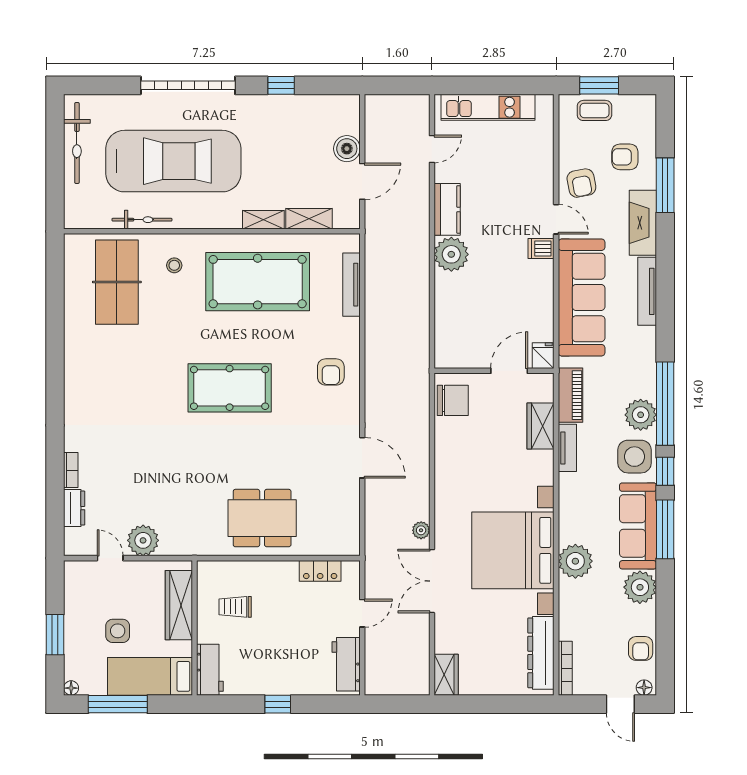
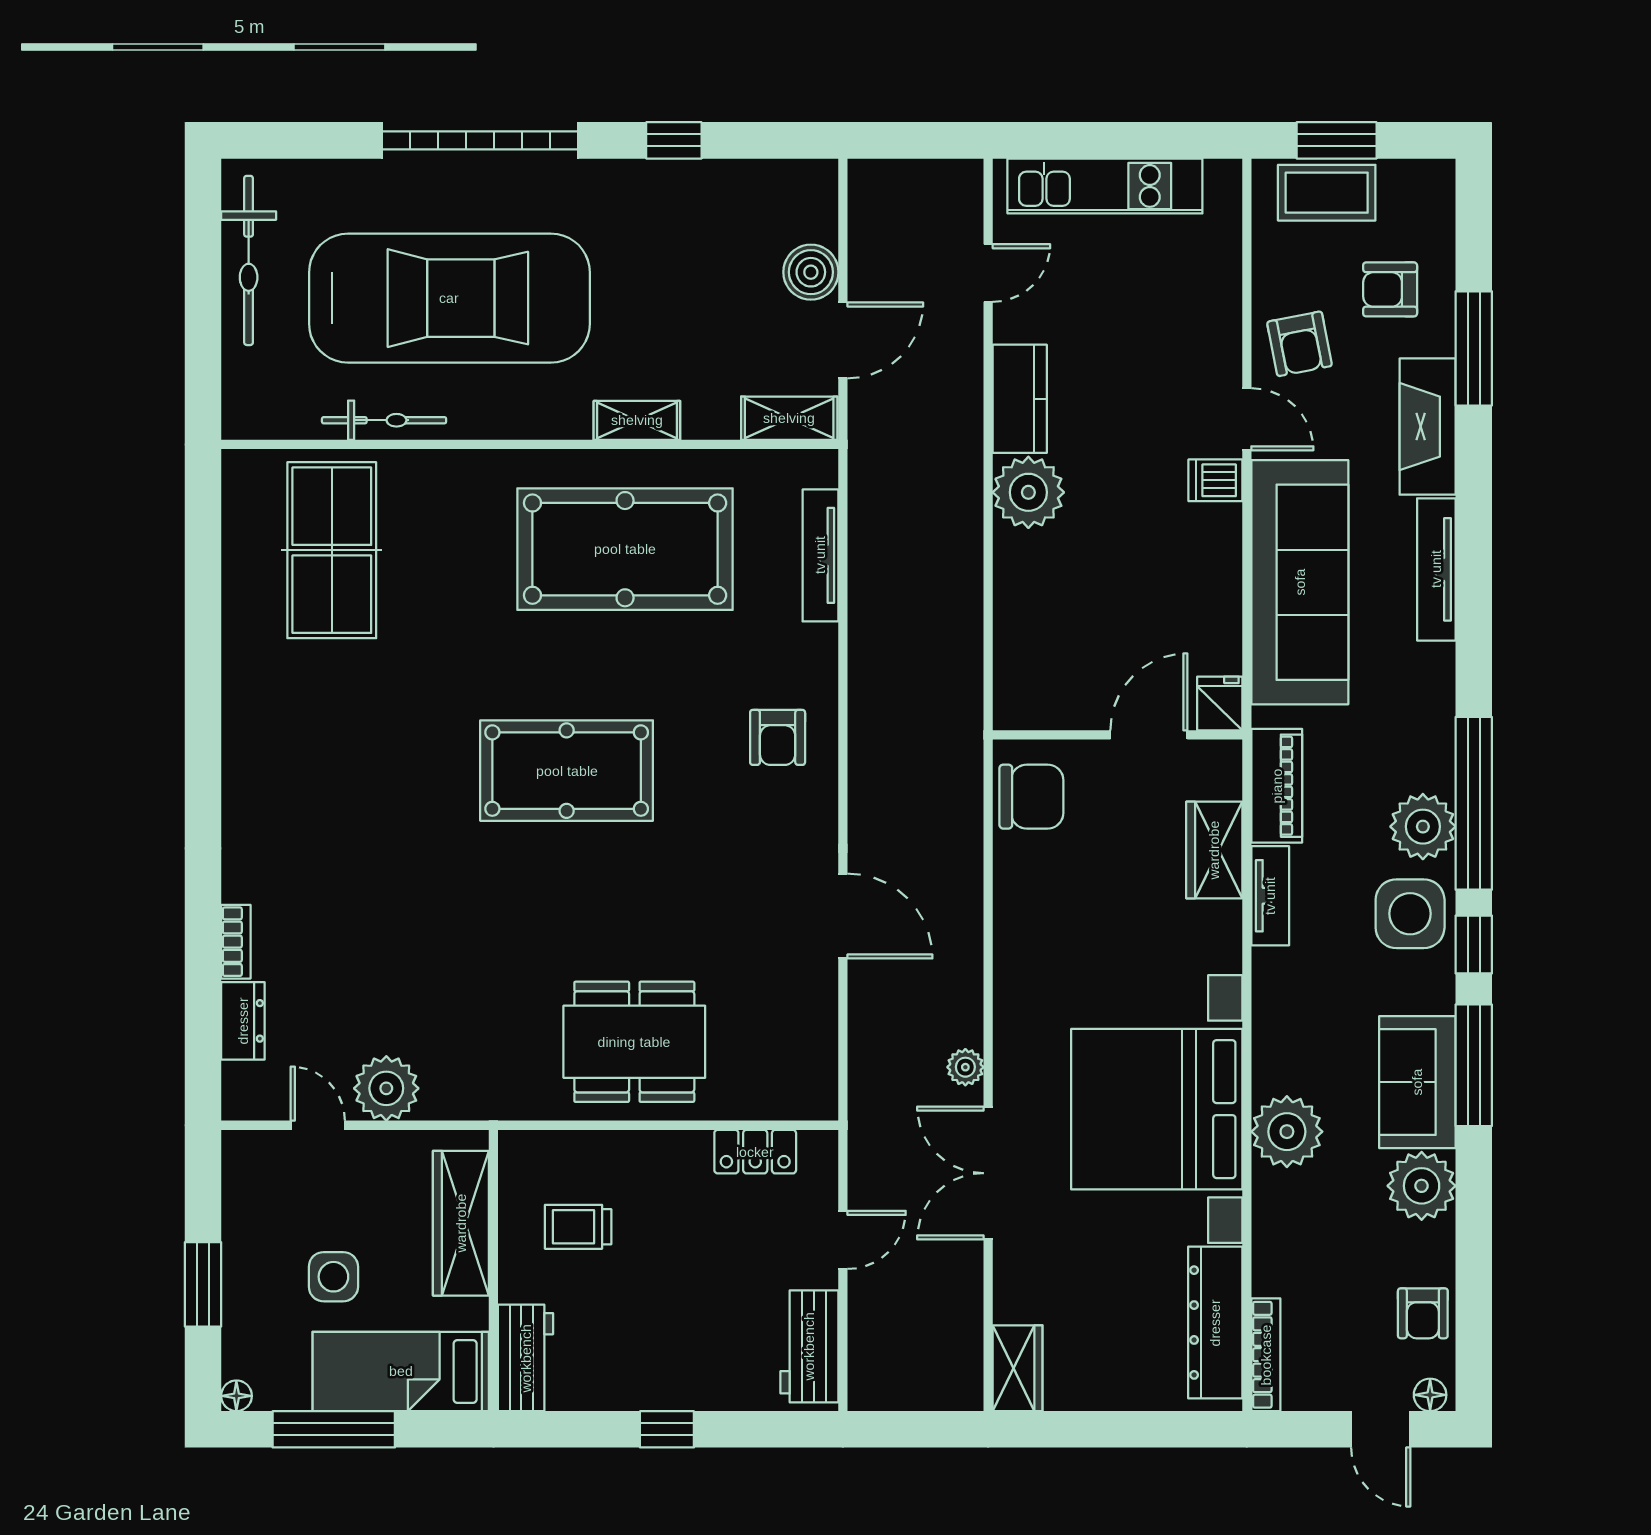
coffee table: (594, 110) -> (1327, 193), width x1.36, depth x1.30
shelving: (309, 219) -> (789, 418), moved
stool: (174, 265) -> (451, 515), removed
sofa: (638, 526) -> (1417, 1082), width x0.73

